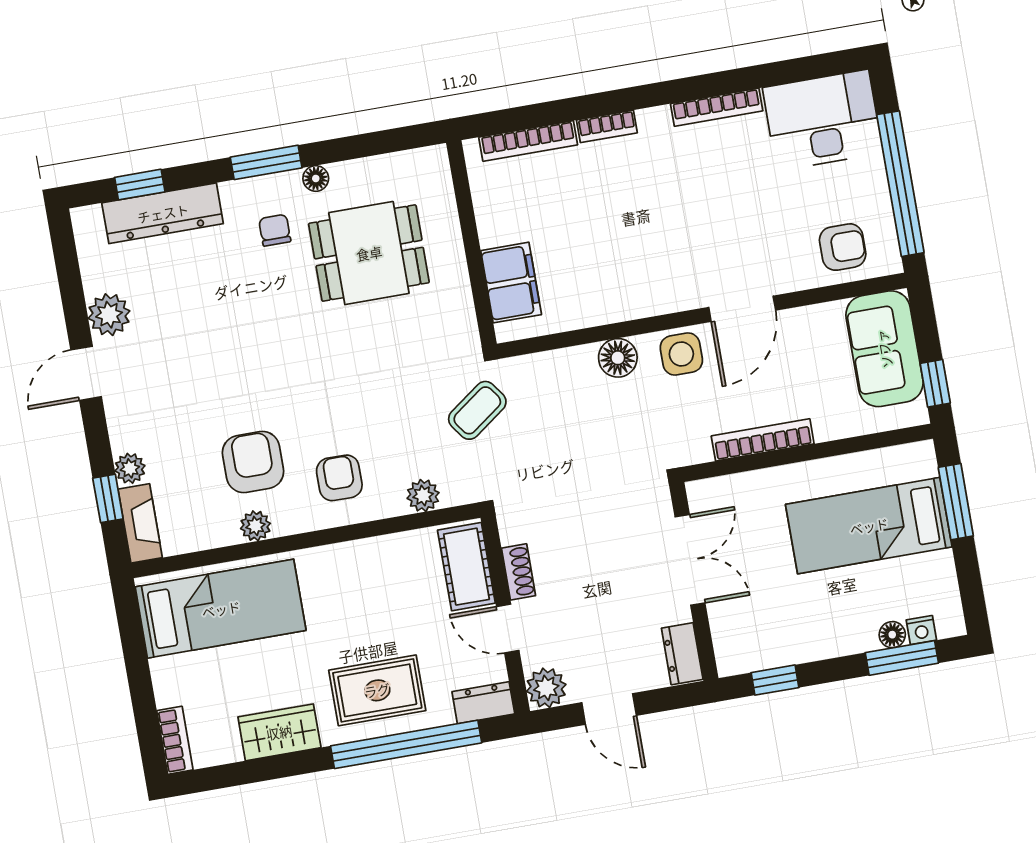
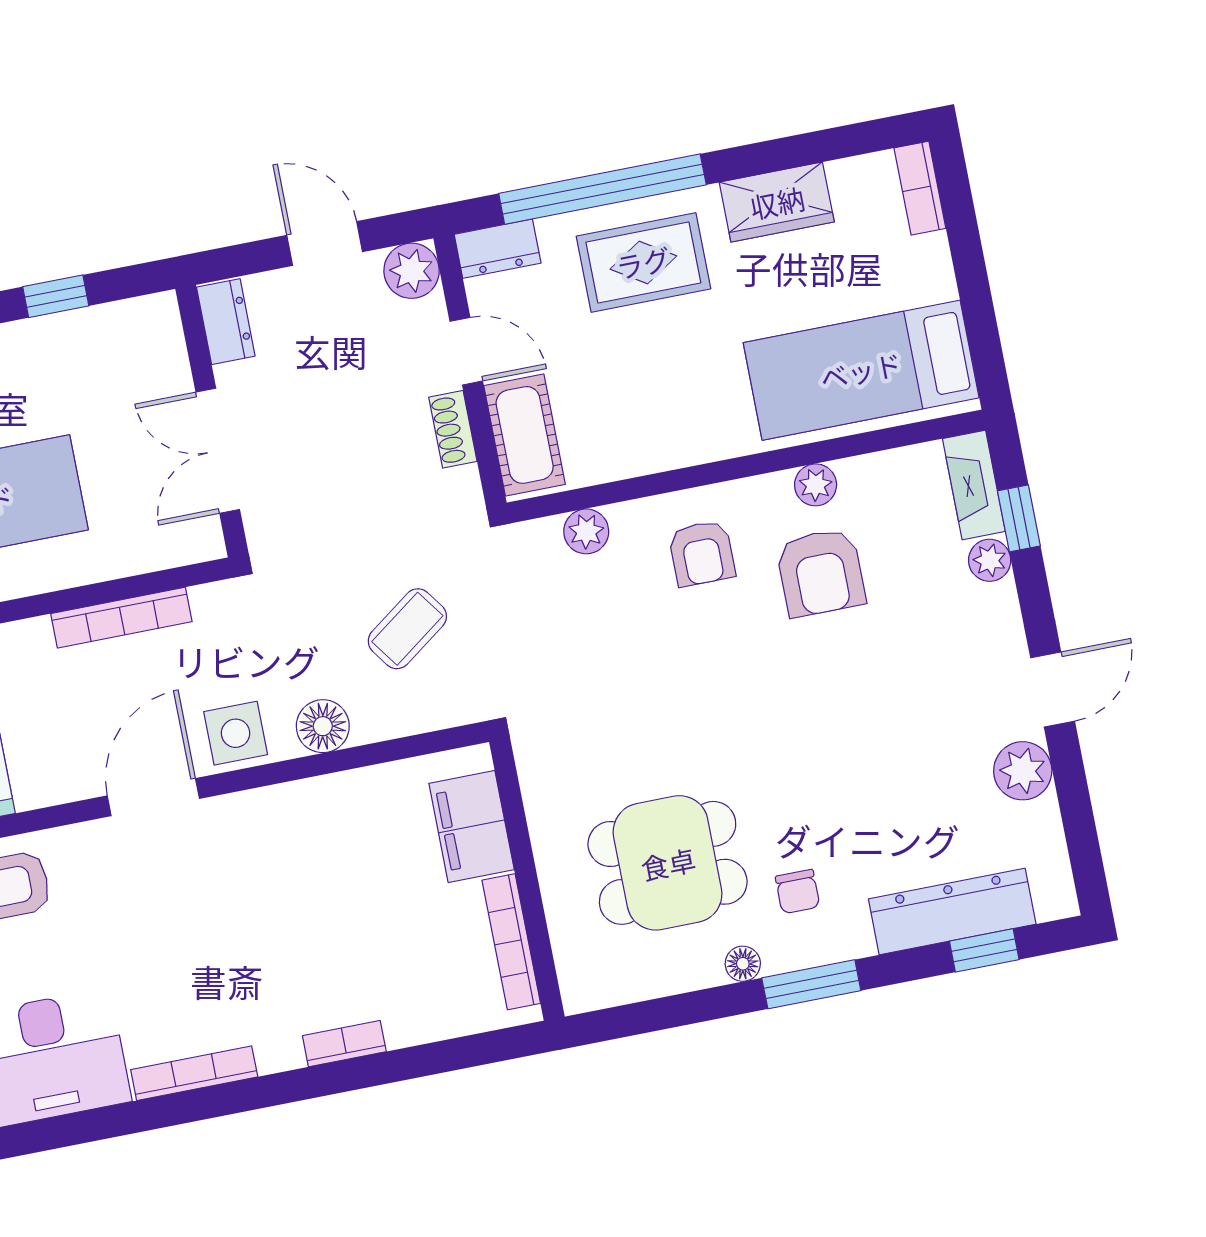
bookcase: (528, 141) -> (511, 942), moved, turned -90
coffee table: (477, 410) -> (407, 629), moved
window: (775, 680) -> (56, 296), moved

